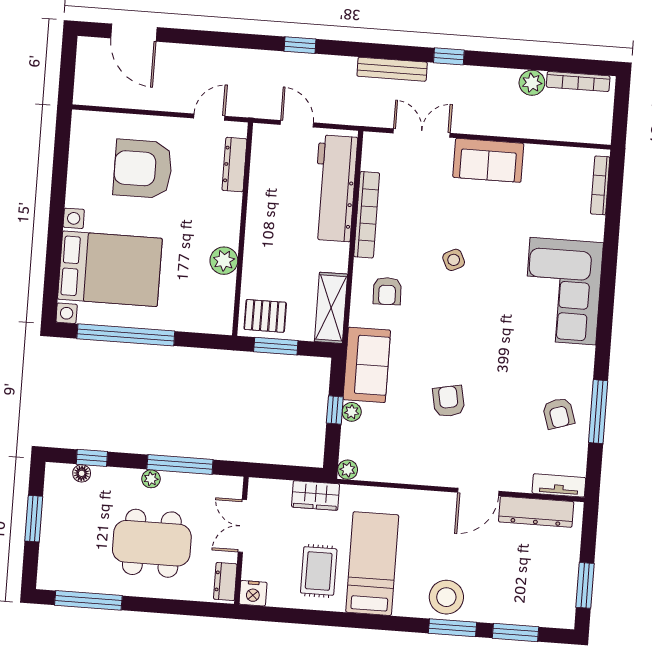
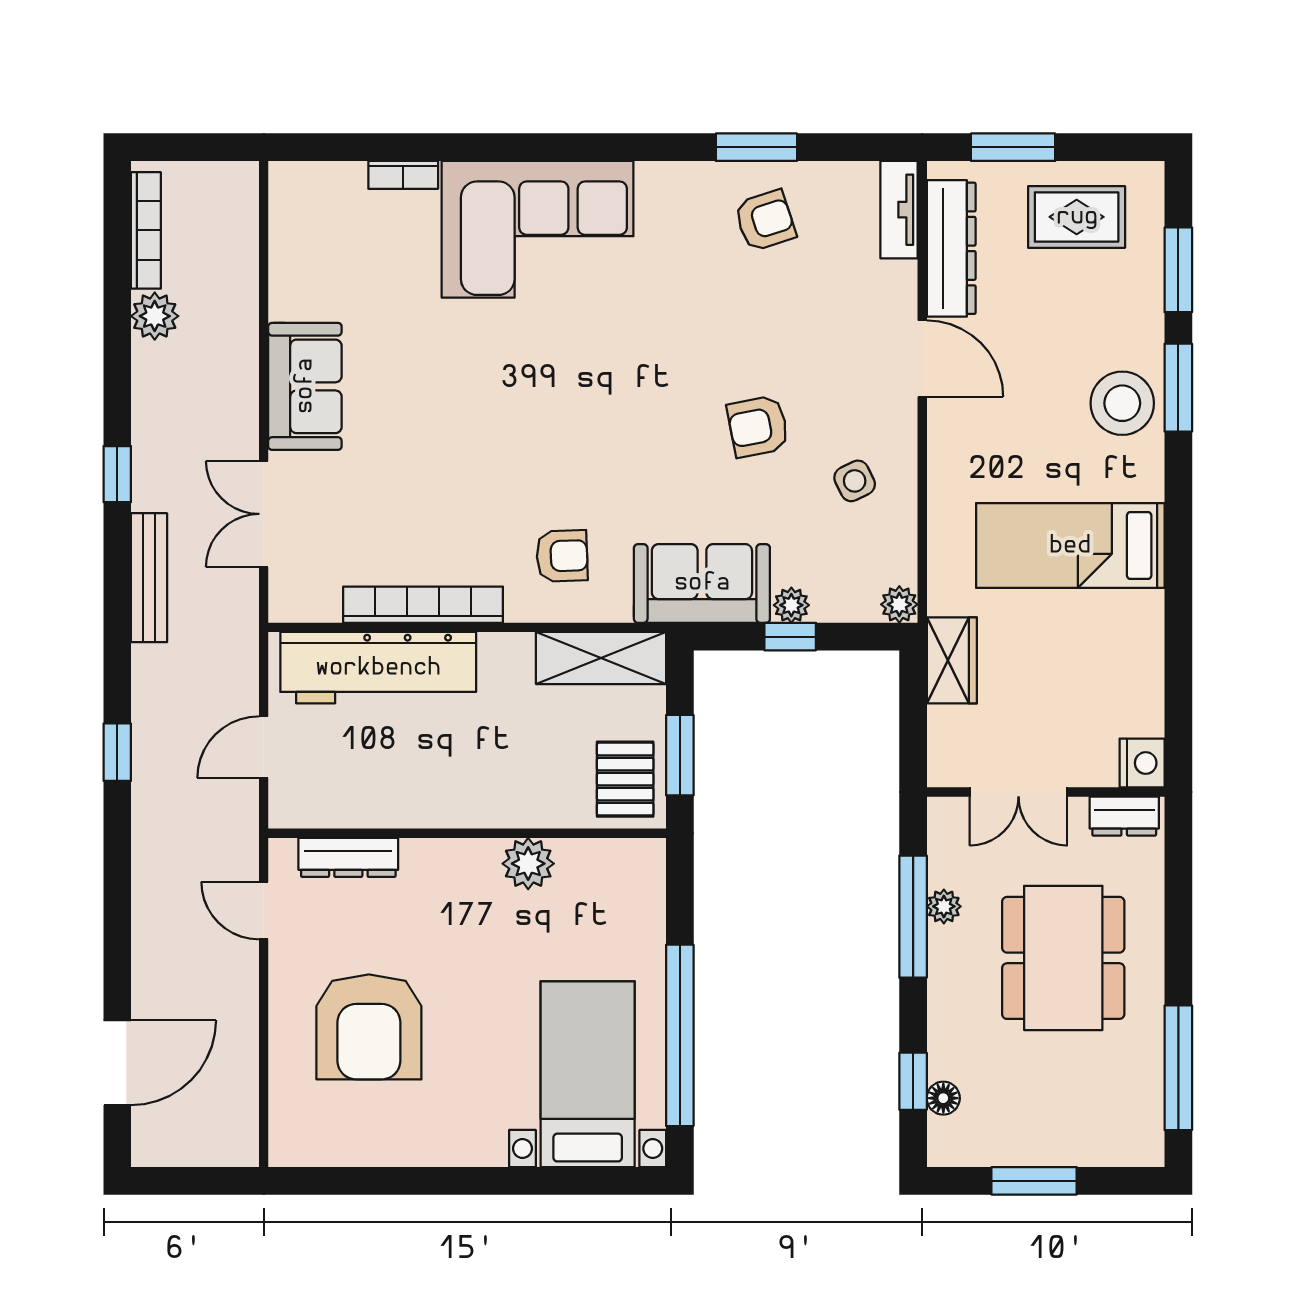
bookcase: (600, 185) -> (403, 175), moved, width x0.64
side table: (454, 260) -> (855, 481), moved
bed with nightstands: (110, 269) -> (588, 1074), width x0.73
window: (598, 412) -> (756, 147), width x0.69
plant: (151, 479) -> (944, 906), moved
rug: (319, 571) -> (1077, 217), moved
window: (585, 585) -> (1013, 147), moved

